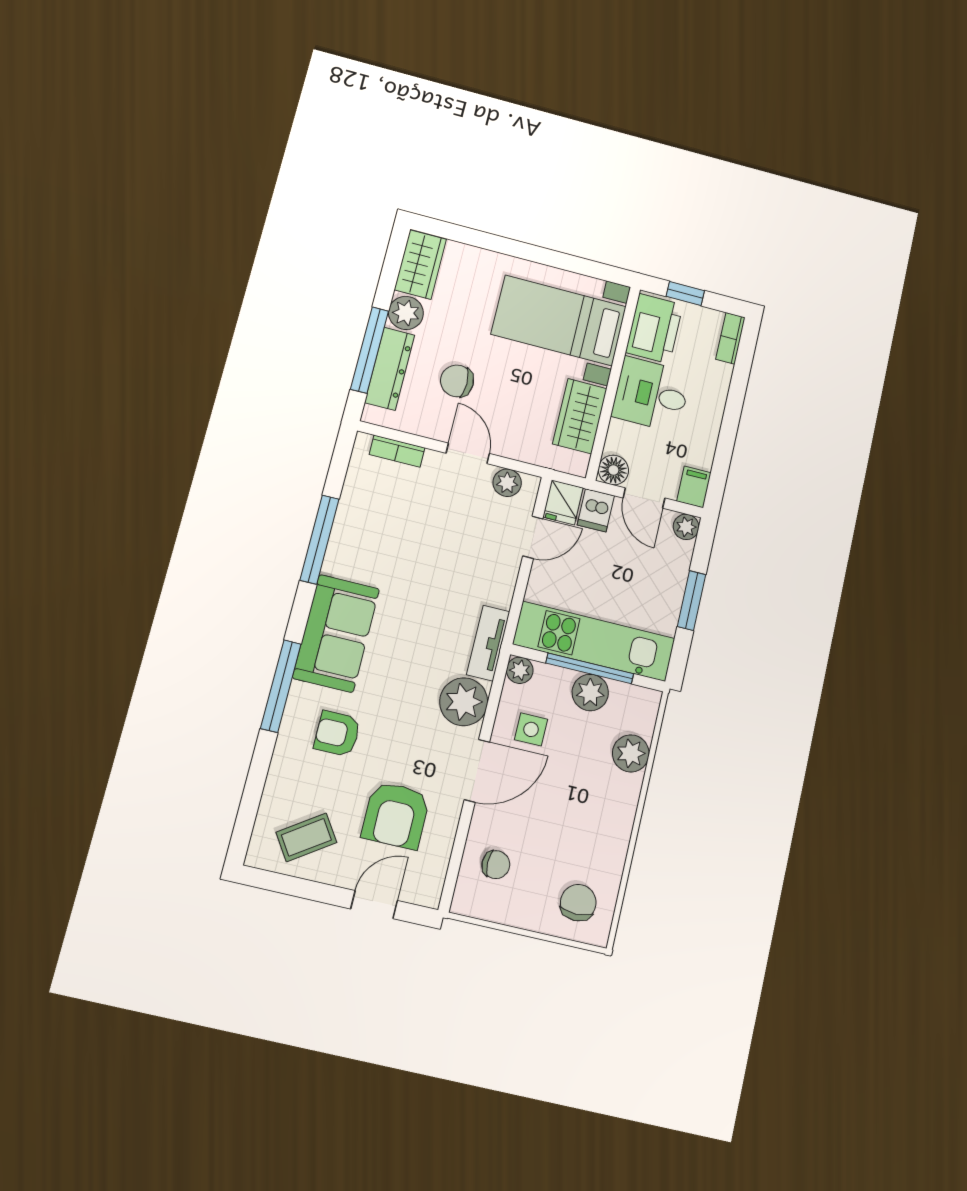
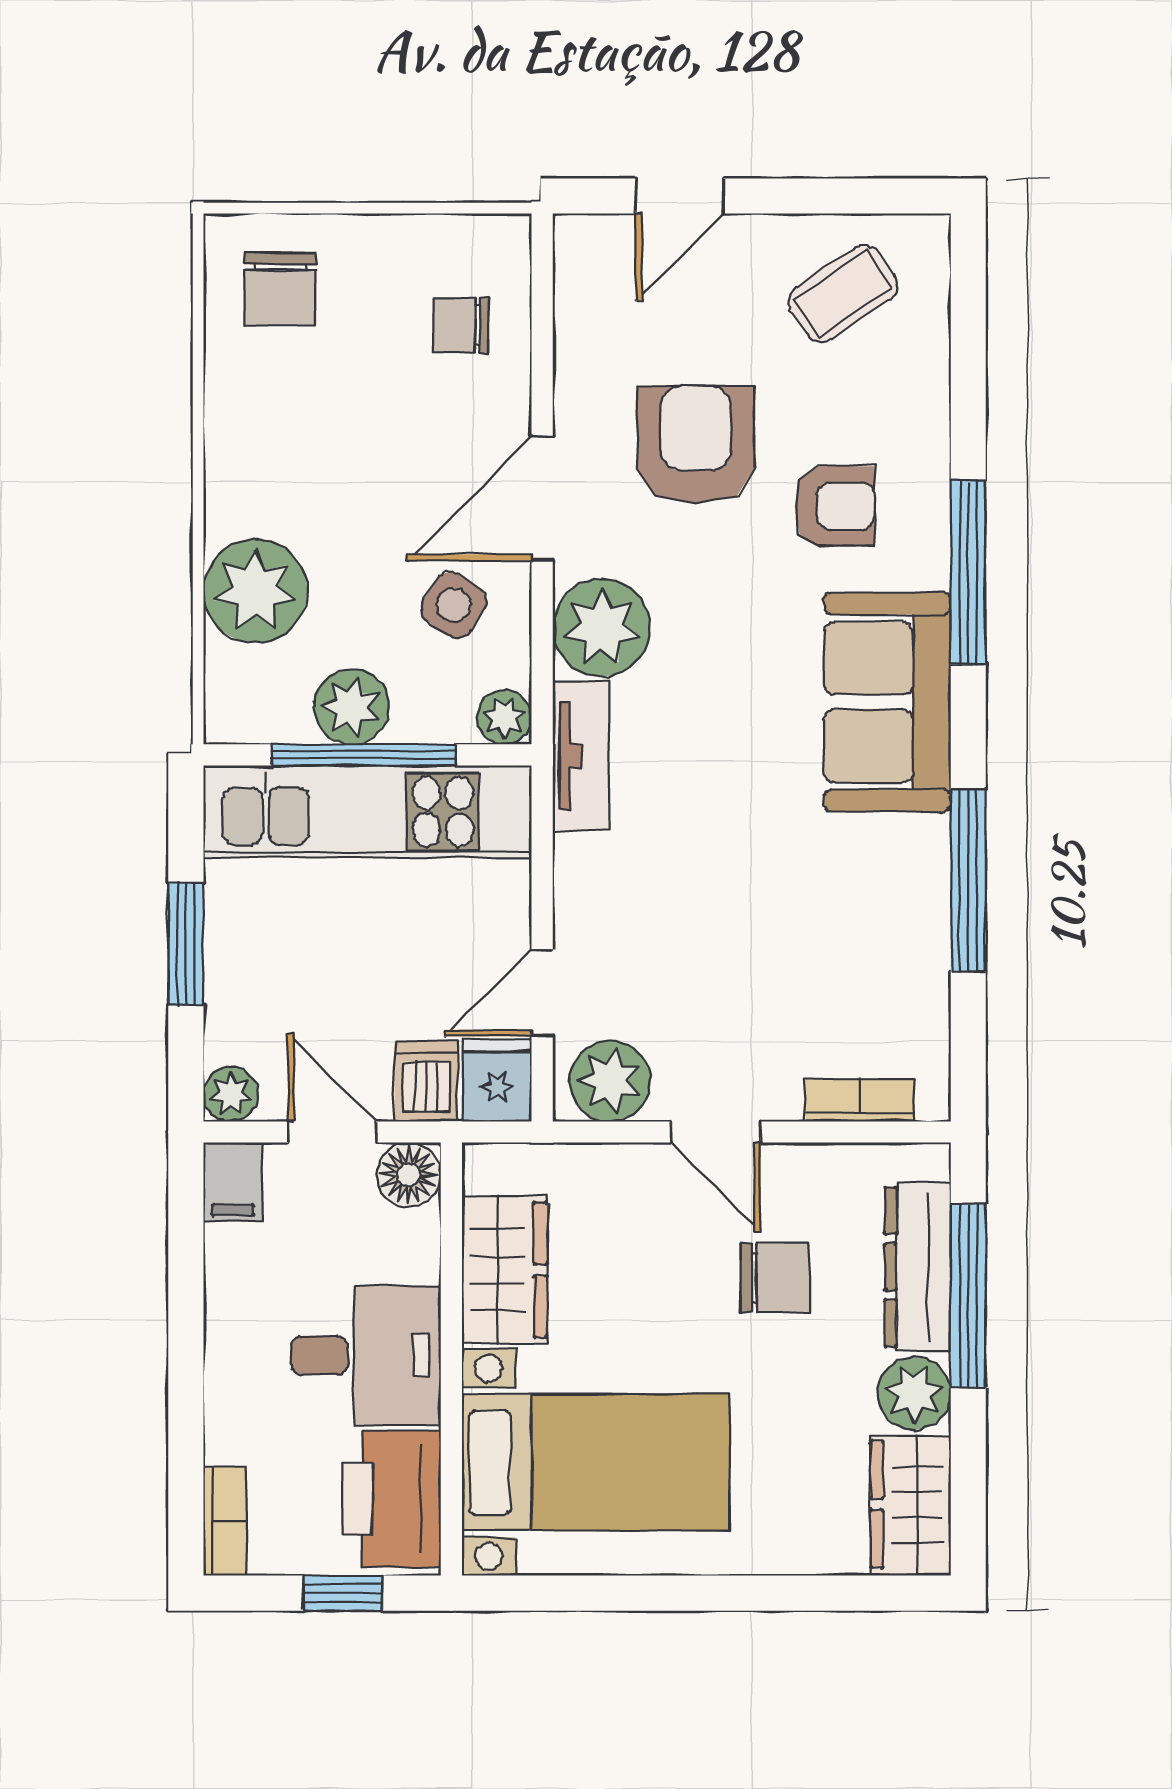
plant: (507, 483) -> (610, 1081), width x1.38, depth x1.38
side table: (531, 729) -> (454, 605), turned 33
plant: (631, 753) -> (255, 591), width x1.36, depth x1.36
armchair: (396, 815) -> (696, 445), moved

